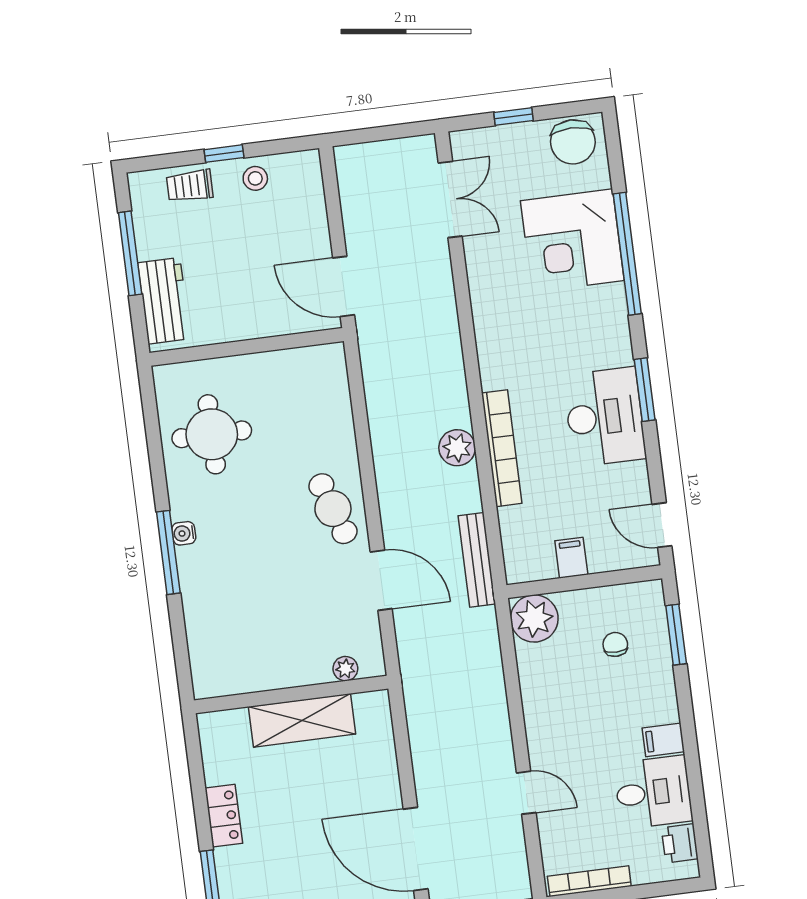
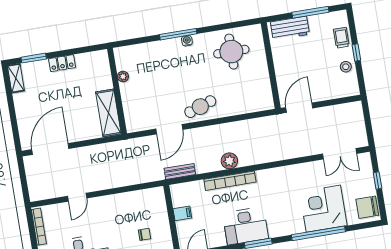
bench: (477, 560) -> (180, 171), width x0.73
plant: (534, 619) -> (155, 198), removed
plant: (345, 669) -> (123, 77), moved
shelving: (302, 720) -> (108, 113), moved

